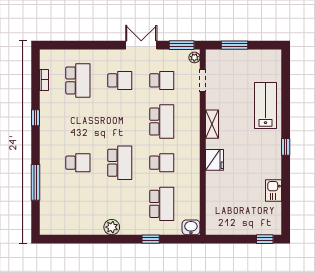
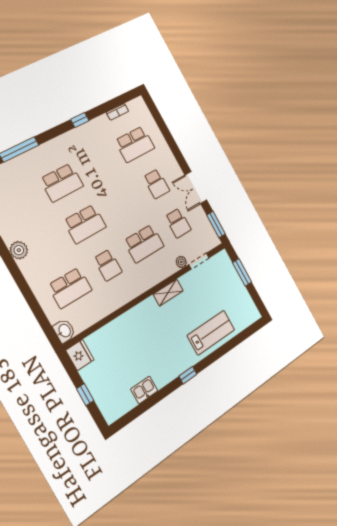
double door: (141, 45) -> (196, 188), swing flipped
plant: (194, 57) -> (181, 262), moved
fridge: (214, 160) -> (80, 355), moved, turned -90
school desk: (78, 163) -> (62, 183), width x1.85
window: (151, 239) -> (29, 297), removed
window: (265, 239) -> (85, 395), moved

